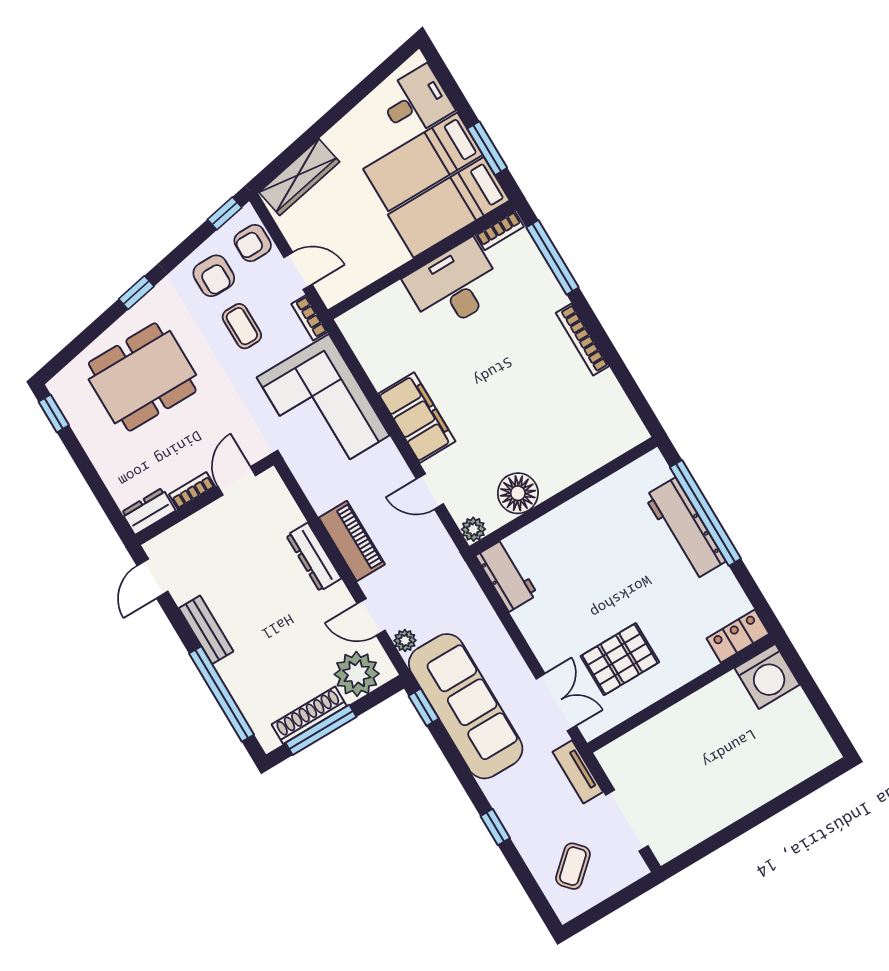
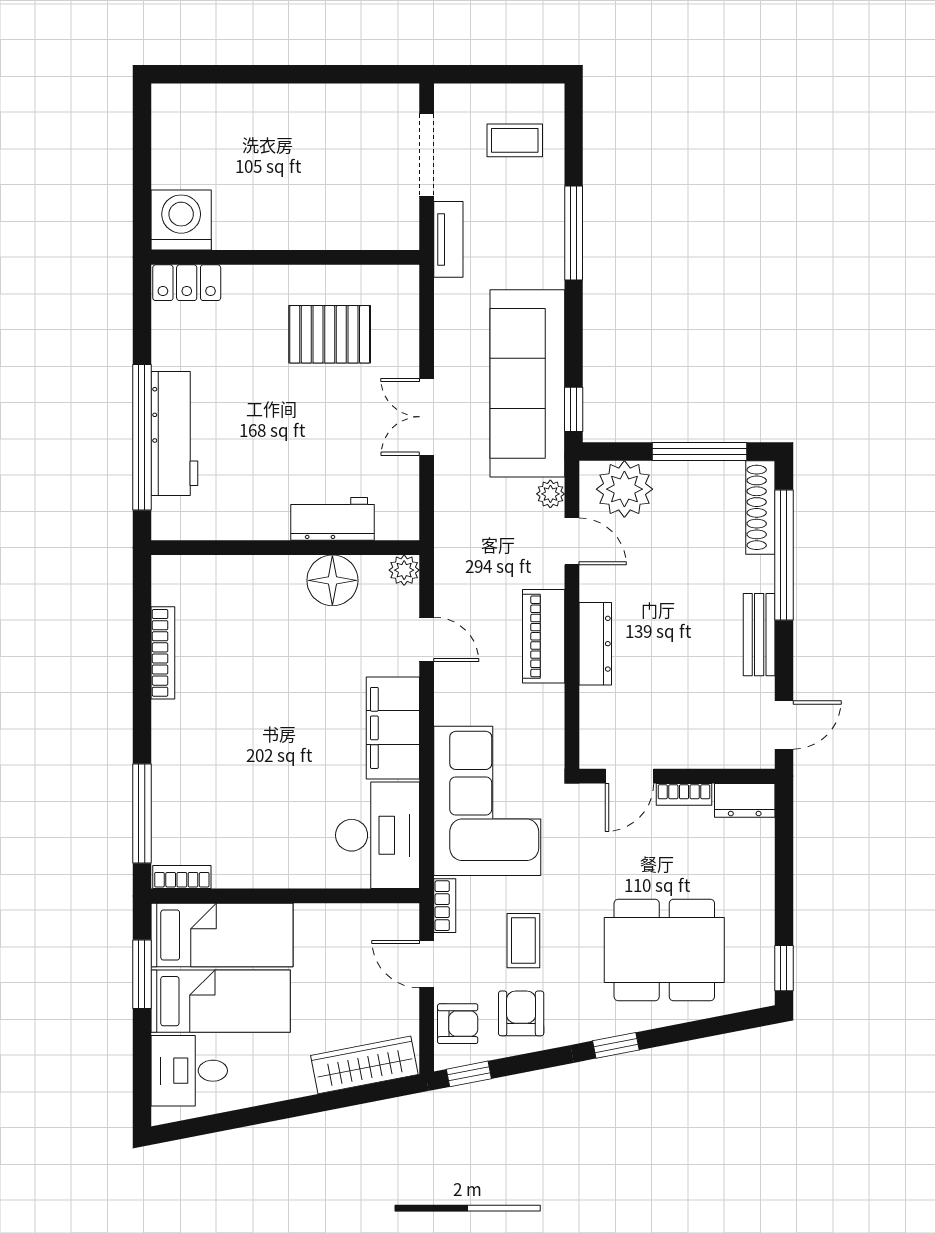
desk: (454, 286) -> (378, 835), moved, turned -90
bookcase: (582, 339) -> (163, 653), moved
workbench: (507, 575) -> (333, 519), moved, turned 90
double door: (556, 702) -> (427, 417), moved
shoe rack: (309, 715) -> (760, 507), moved, turned 90
window: (495, 827) -> (574, 233), width x2.17
coffee table: (573, 866) -> (515, 140), turned 42

